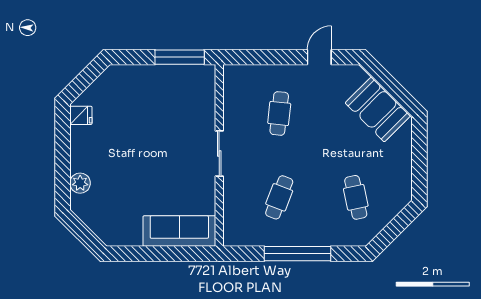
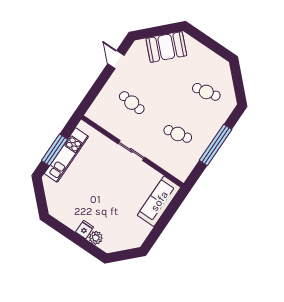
window: (180, 57) -> (54, 150), moved
kitchen unit: (158, 76) -> (66, 155), added
fridge: (81, 115) -> (85, 230), moved
cafe table: (279, 197) -> (178, 134), turned -33

